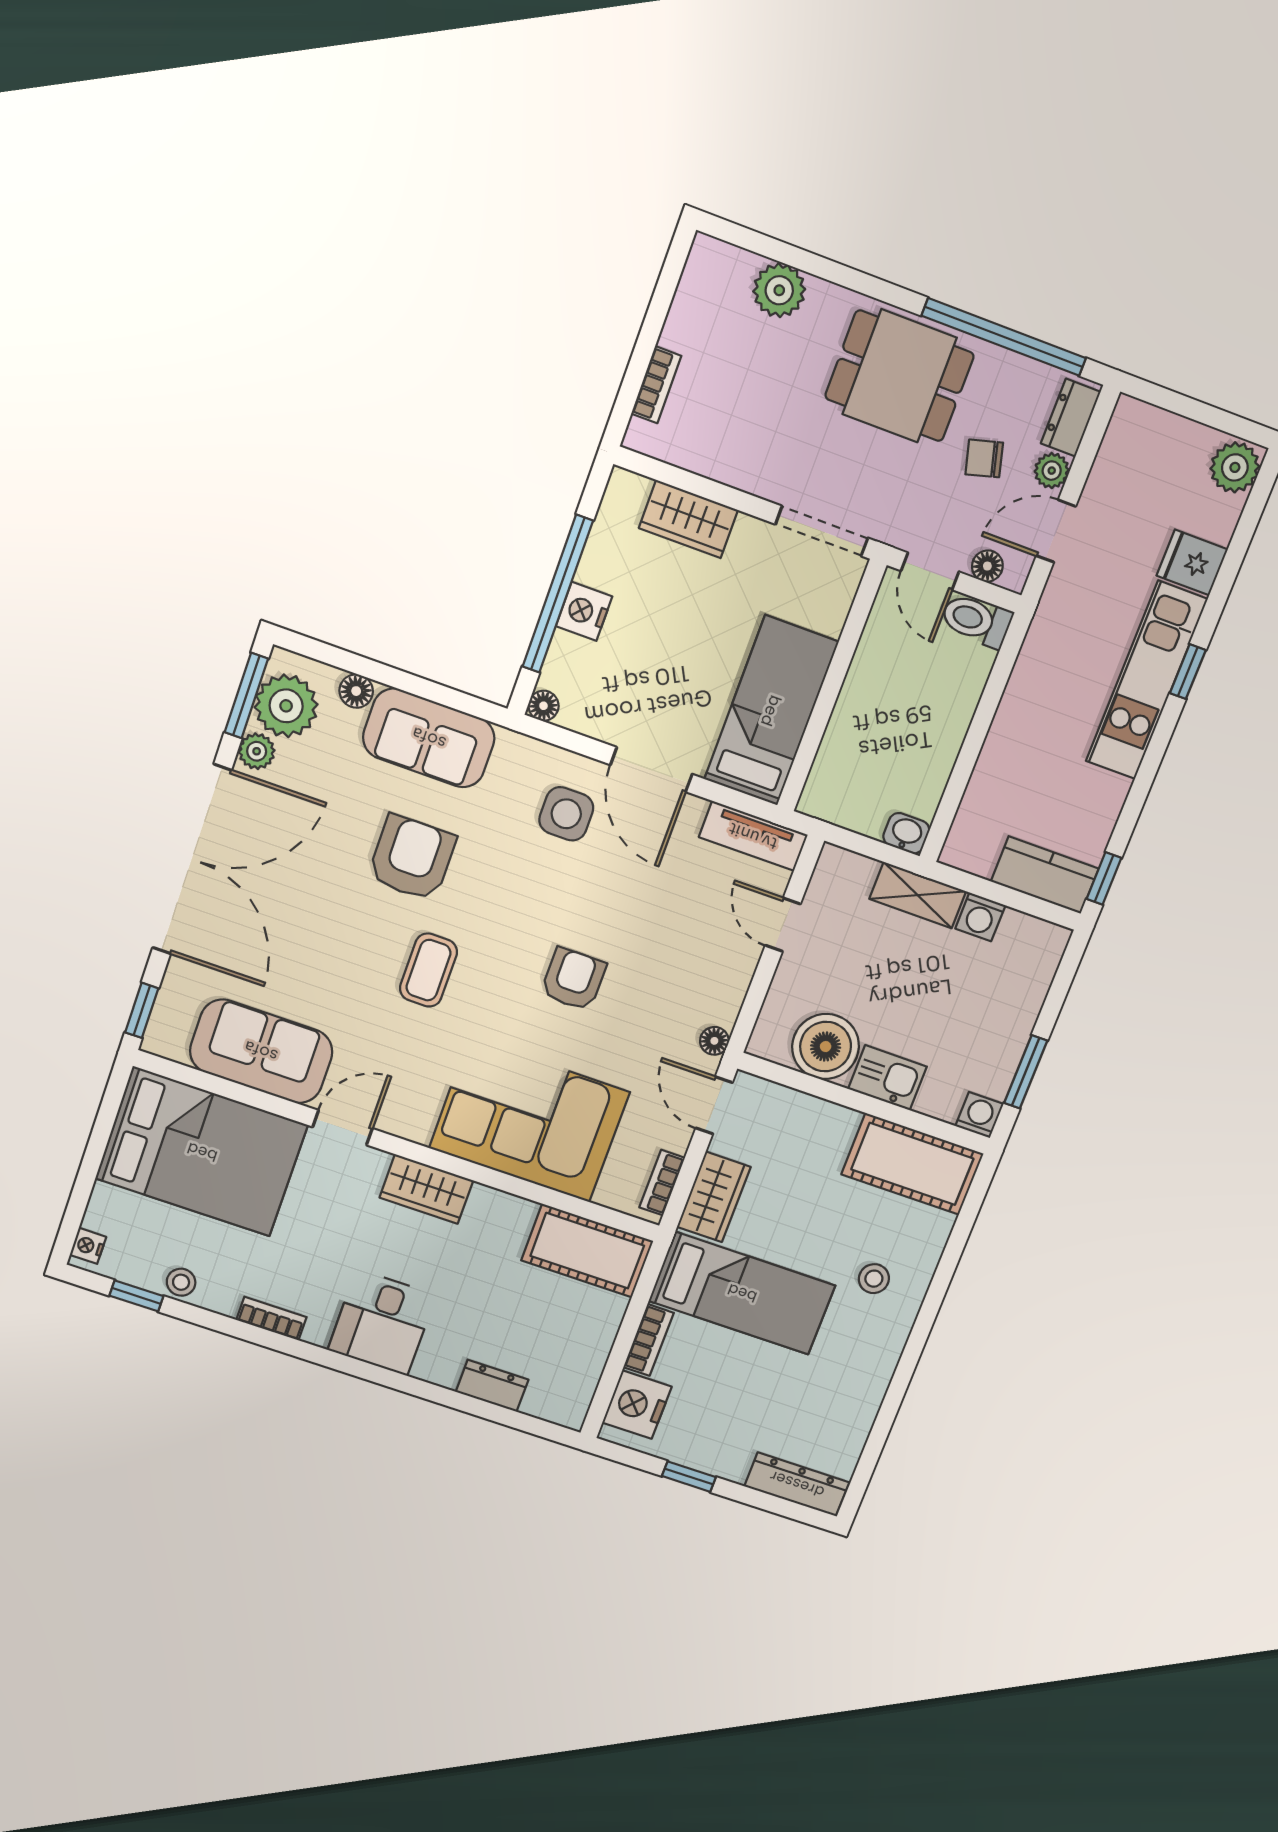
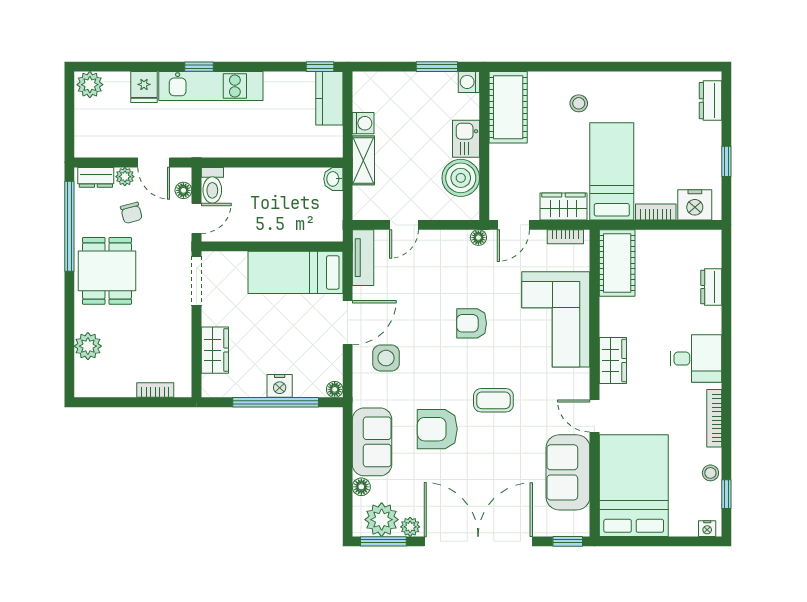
bookcase: (271, 1319) -> (714, 418), width x1.56
dresser: (797, 1484) -> (710, 101), width x0.70

